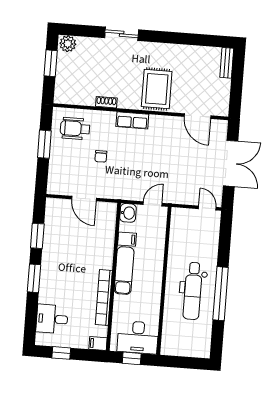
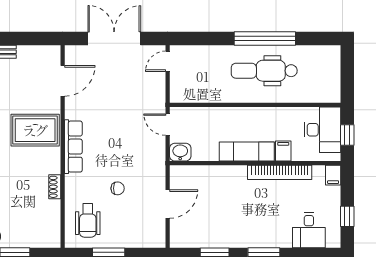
row of seats: (132, 120) -> (73, 147), width x1.48
filing cabinet: (127, 239) -> (283, 151), moved
dental chair: (193, 291) -> (264, 71), turned 180

